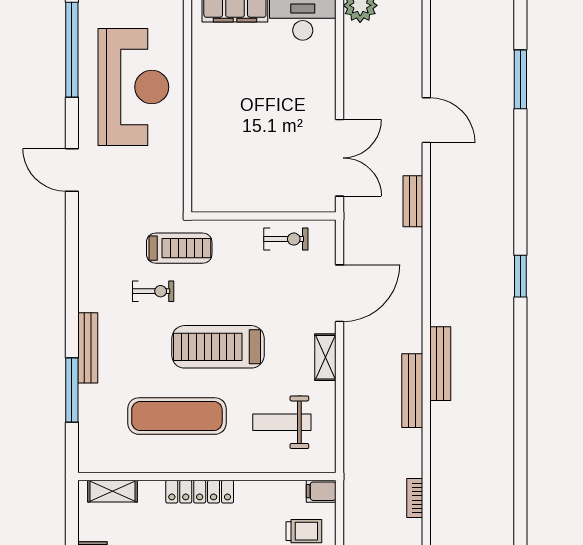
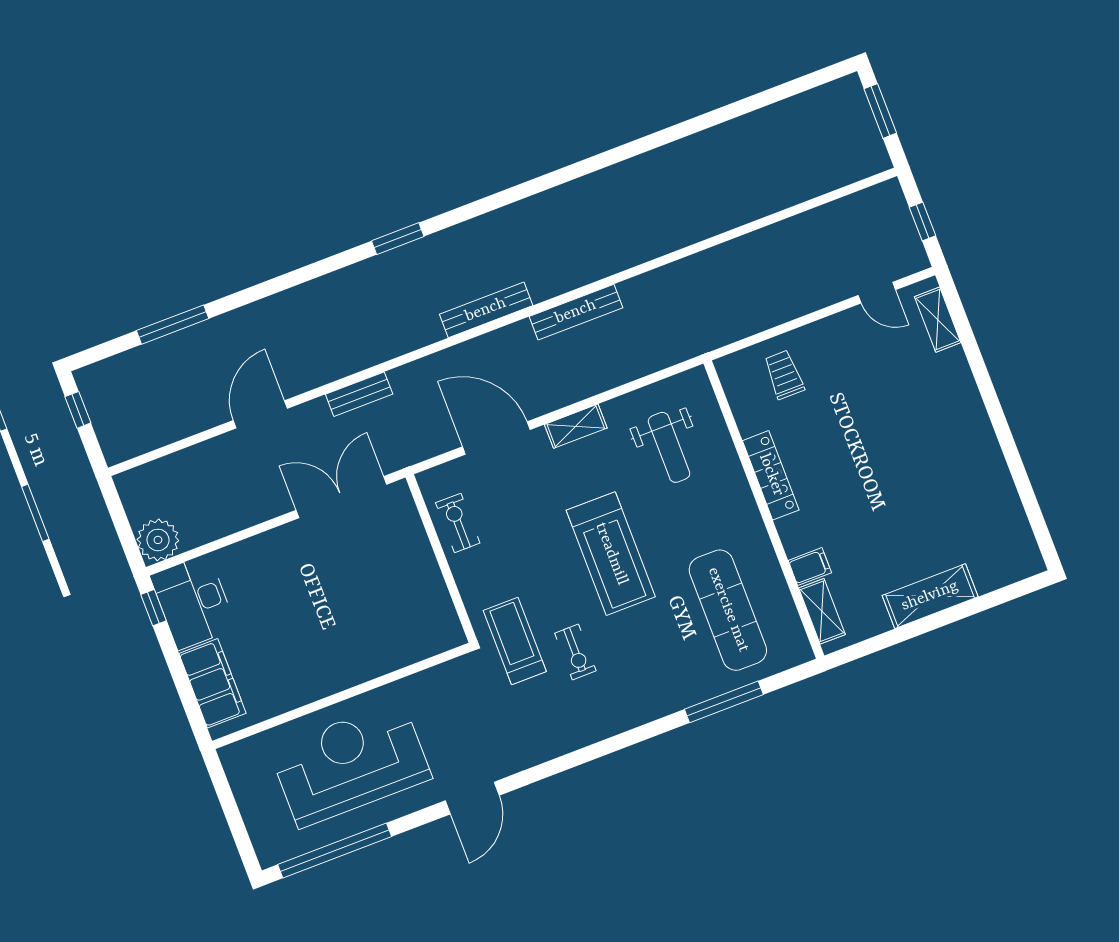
exercise bike: (153, 291) -> (575, 652), turned 180
bench: (88, 348) -> (669, 702), removed
bench: (440, 364) -> (486, 310), moved
exercise mat: (177, 416) -> (728, 610), moved
filing cabinet: (321, 491) -> (810, 567), moved, turned -90
locker: (200, 492) -> (771, 475), moved
bookcase: (415, 498) -> (698, 262), removed

